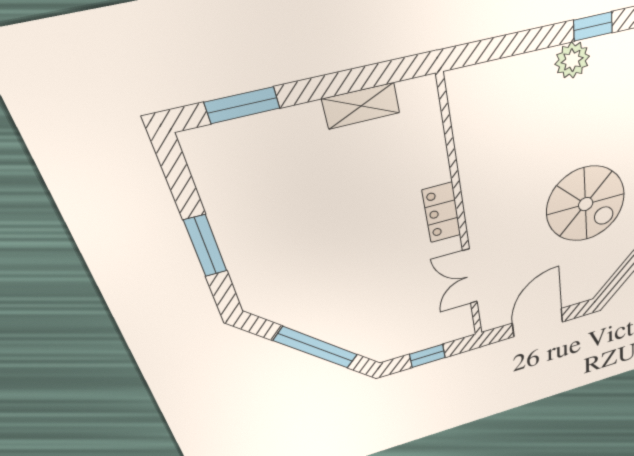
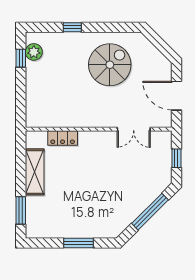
plant: (572, 60) -> (34, 52), moved
shelving: (361, 106) -> (35, 172), width x1.50, depth x1.33
locker: (442, 213) -> (63, 138), moved

